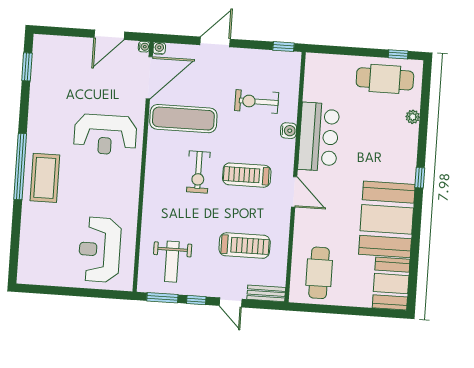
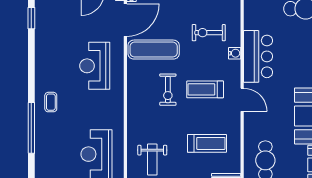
reception desk: (105, 135) -> (95, 66), turned 90
window: (20, 166) -> (31, 128), moved
coffee table: (45, 178) -> (51, 102), width x0.54, depth x0.58

